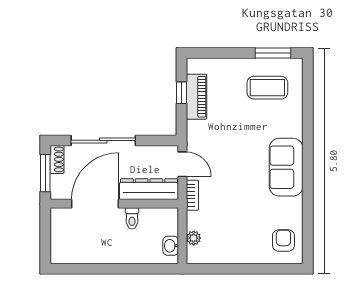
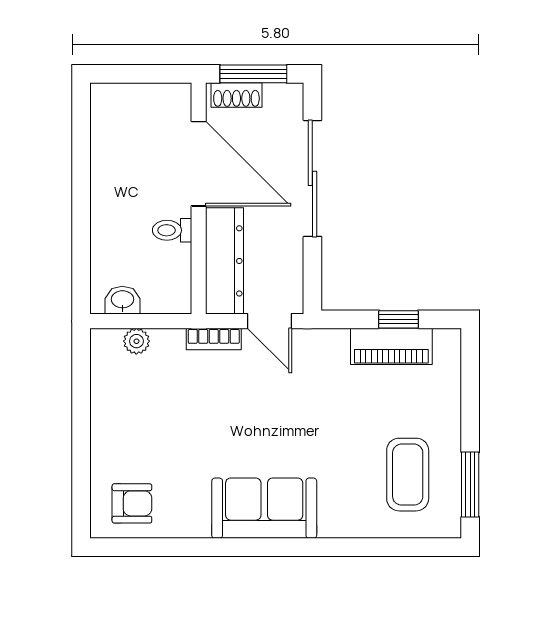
shoe rack: (57, 159) -> (236, 95), moved
door: (182, 164) -> (269, 321), hinge flipped

